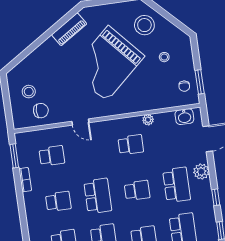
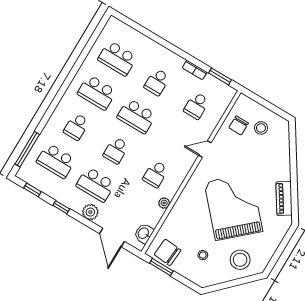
chair: (184, 86) -> (168, 252), width x1.87, depth x1.87

